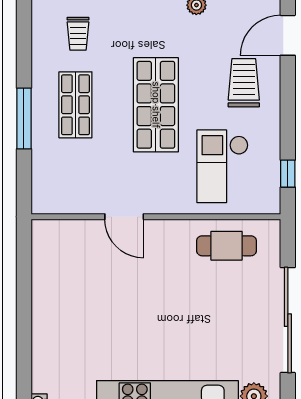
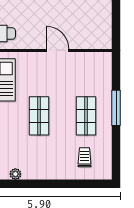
shop shelf: (156, 105) -> (39, 116), width x0.70, depth x0.74

